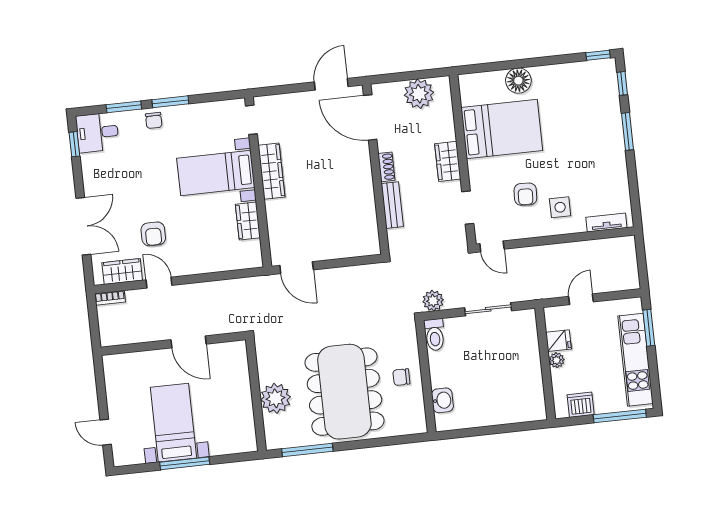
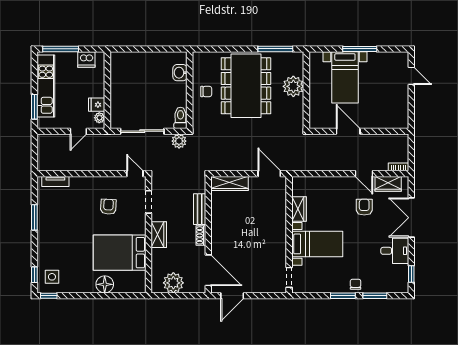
window: (627, 131) -> (34, 217), moved
desk: (97, 132) -> (395, 251), moved
wardrobe: (271, 171) -> (229, 183), moved, turned -90
side table: (560, 207) -> (52, 277), moved
sliding door: (488, 309) -> (142, 131), width x1.37
plant: (557, 360) -> (99, 118), moved
bed with nightstands: (173, 423) -> (345, 77), moved

